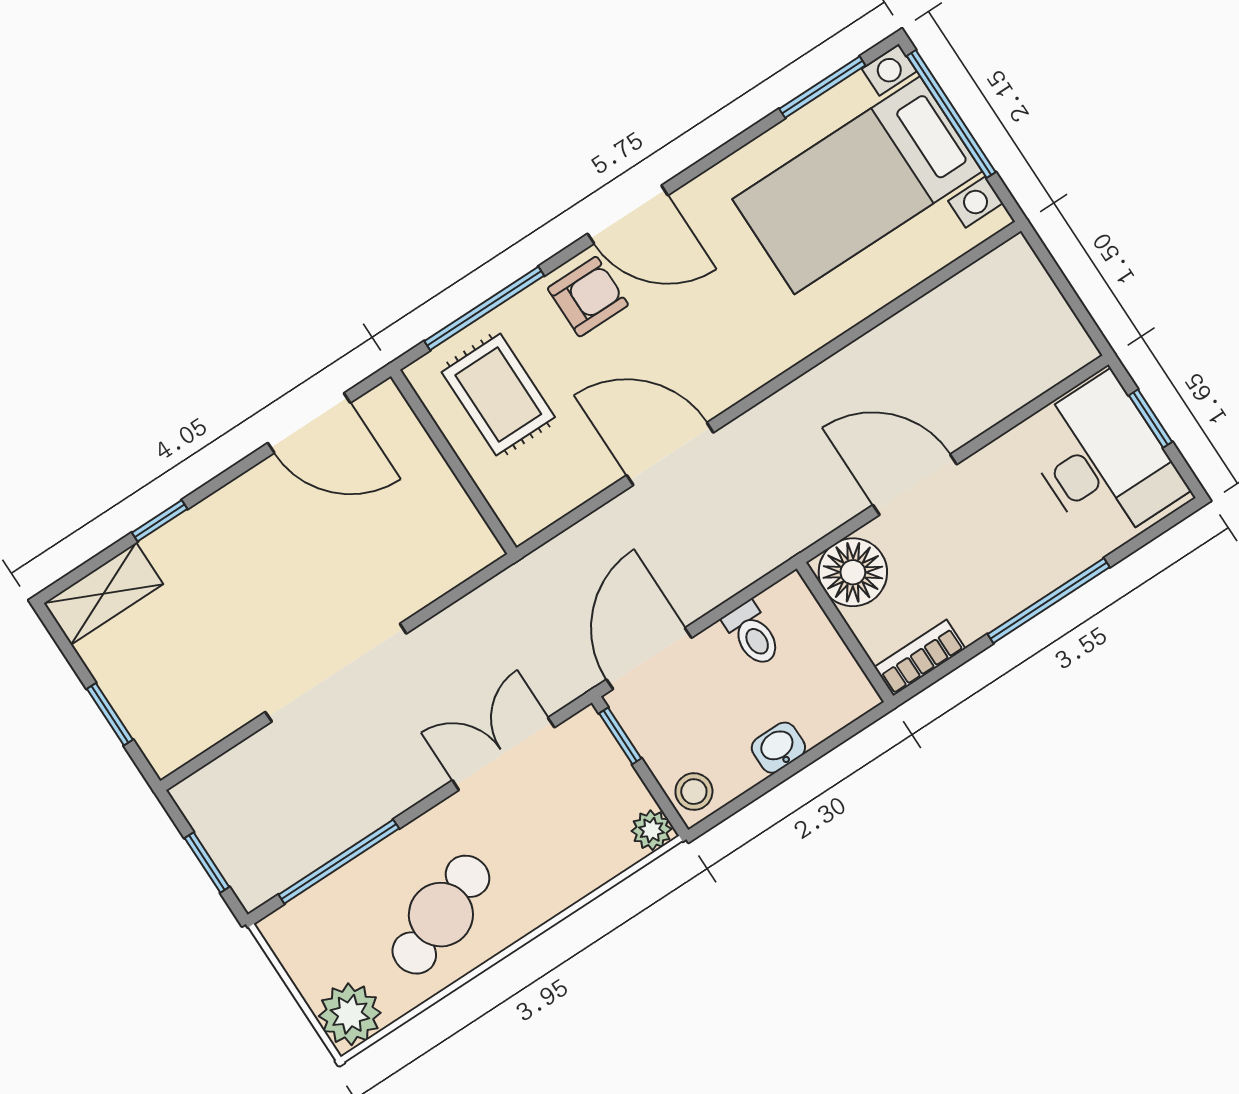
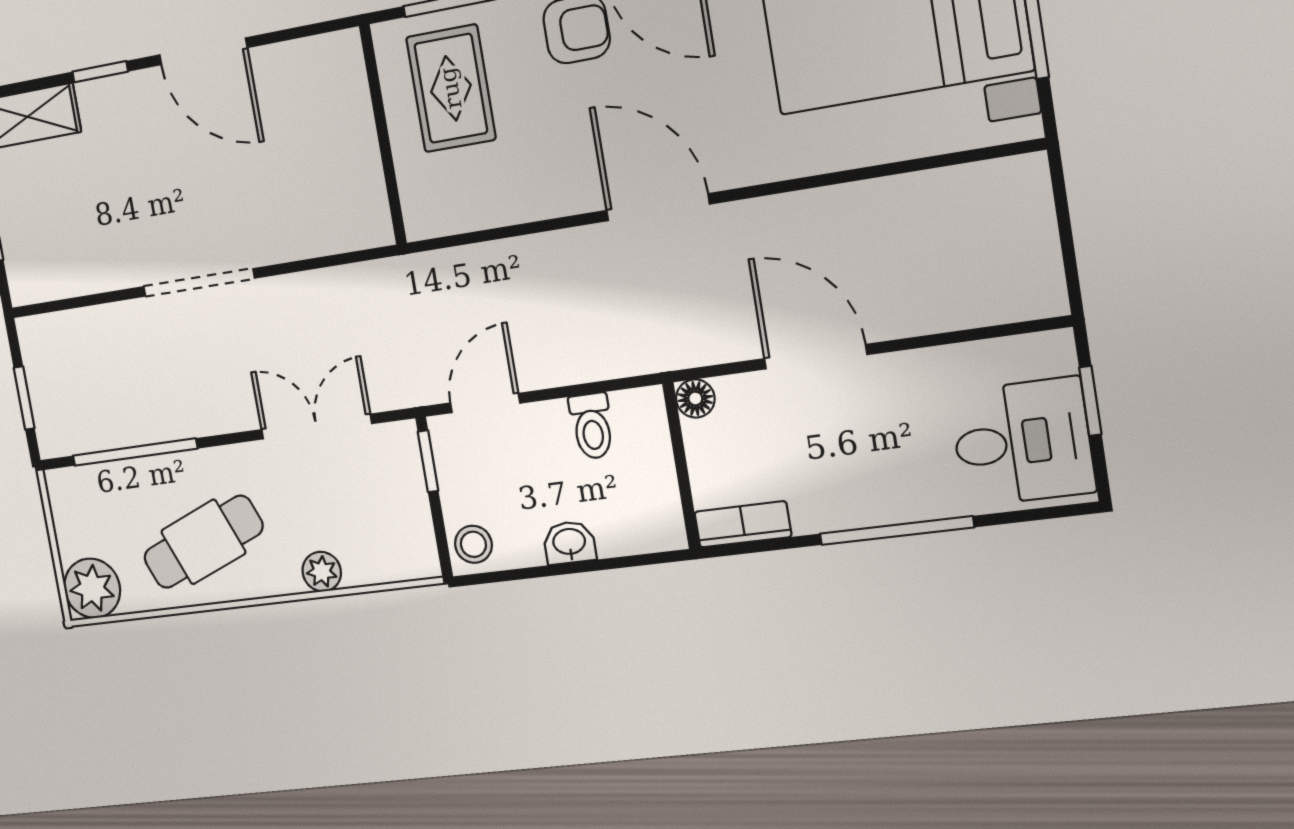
door: (309, 423) -> (203, 51), moved
door: (670, 454) -> (658, 207), moved
desk: (1103, 461) -> (1022, 442), width x0.73
floor lamp: (853, 572) -> (695, 399), width x0.53, depth x0.53
door: (649, 659) -> (485, 403), width x0.73
doorway: (336, 673) -> (199, 282), width x0.73
plant: (651, 830) -> (322, 572), moved

